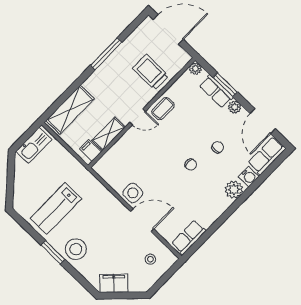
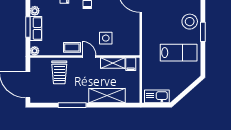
shelving: (70, 110) -> (107, 96), moved
side table: (133, 193) -> (106, 38), moved

